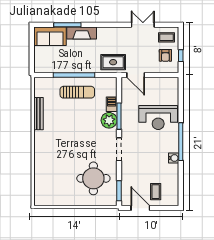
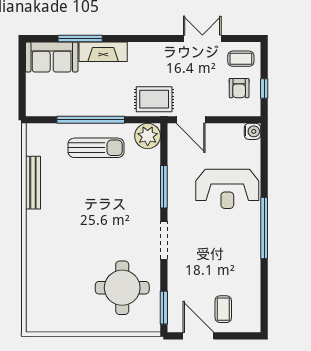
barbecue: (112, 104) -> (152, 167), removed
plant: (109, 120) -> (148, 136), moved
water cooler: (174, 158) -> (252, 131), moved

